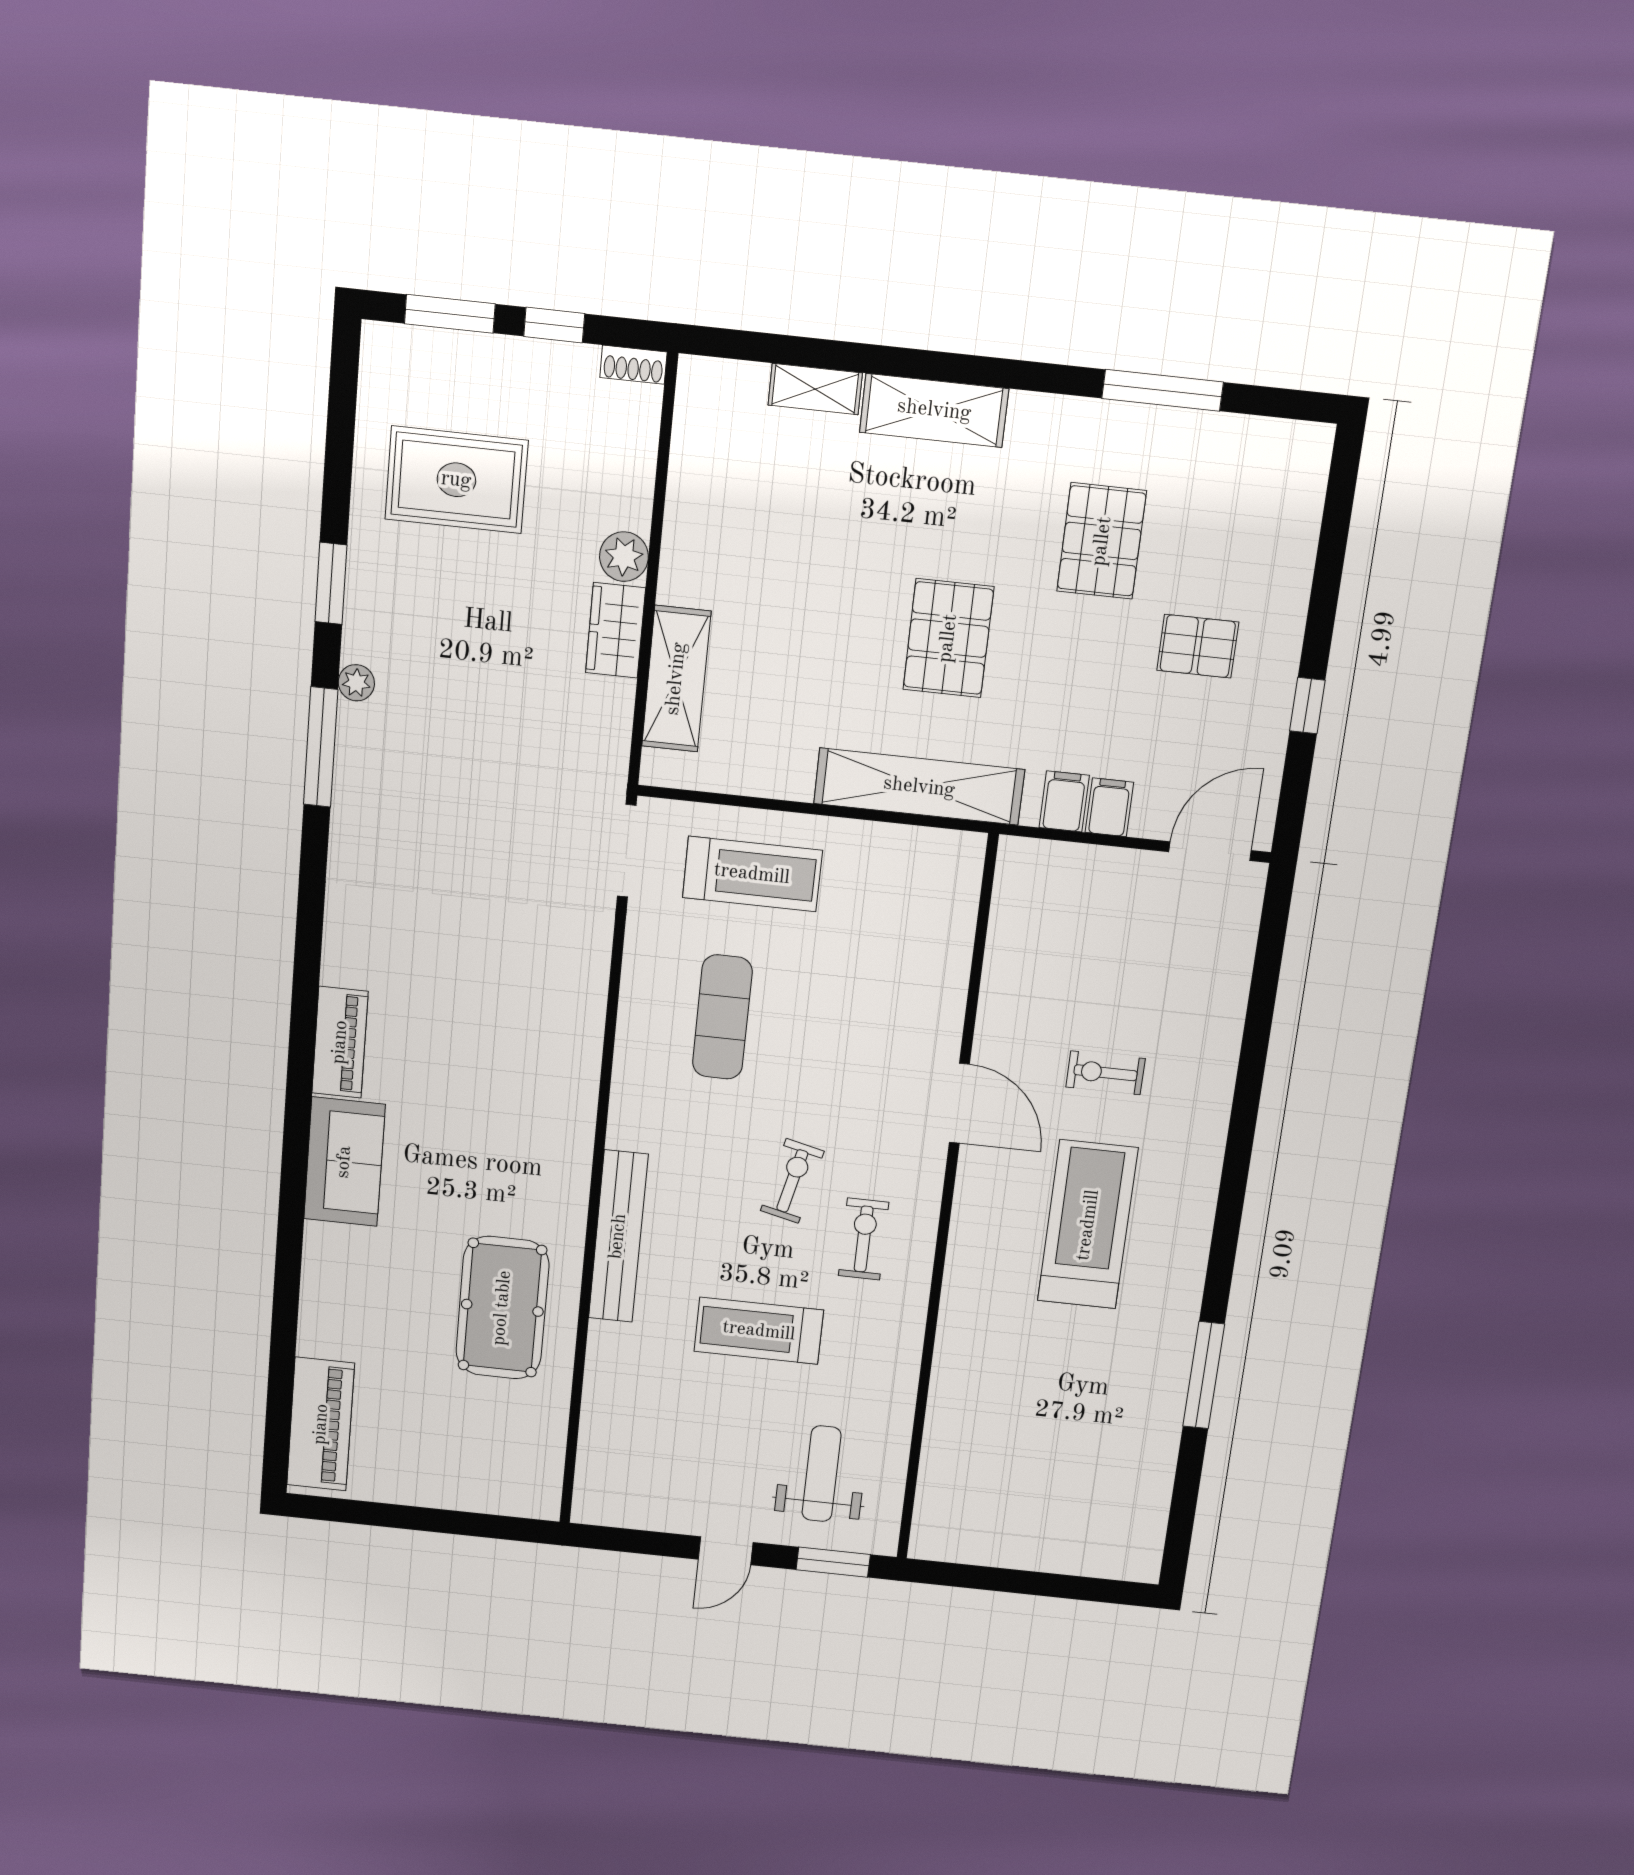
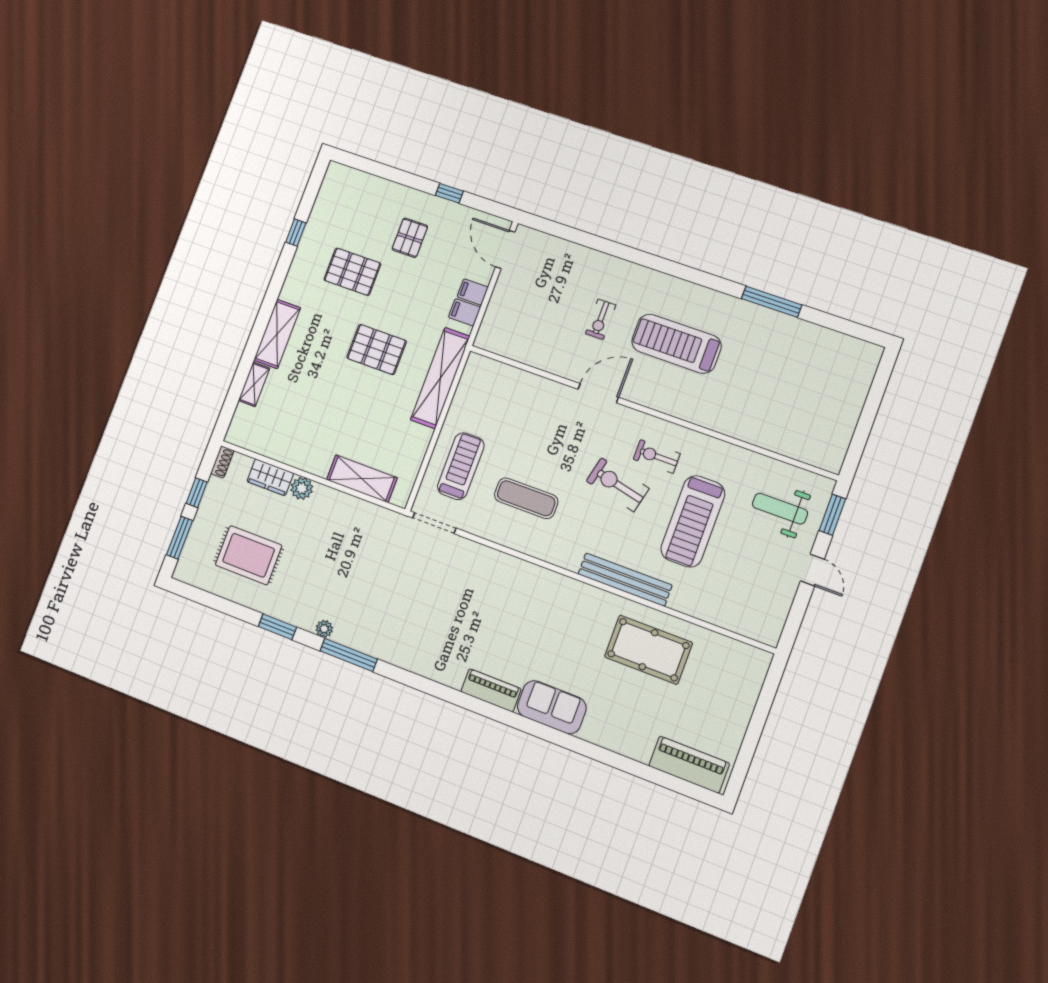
window: (1163, 390) -> (296, 233), width x0.46
rug: (456, 480) -> (249, 555), turned 90
wardrobe: (616, 630) -> (270, 477), moved
exercise bike: (792, 1181) -> (618, 485), width x1.38, depth x1.39
treadmill: (759, 1331) -> (693, 521), width x1.37, depth x1.38

